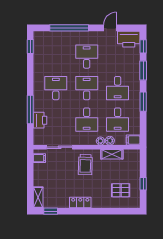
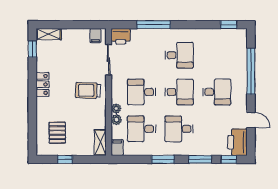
printer: (40, 120) -> (121, 36), moved
shelving: (112, 154) -> (100, 143), moved

